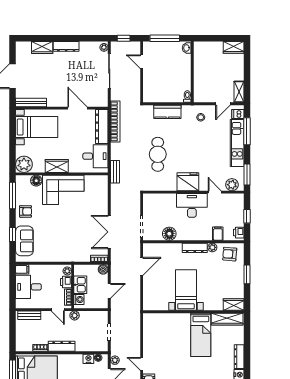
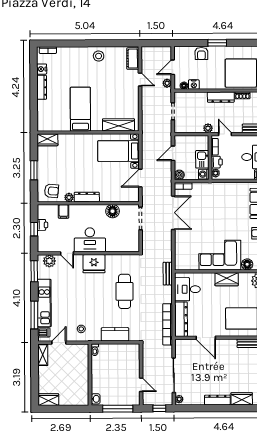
printer: (239, 233) -> (42, 225), moved
bed with nightstands: (186, 290) -> (118, 151), moved, turned 90
washing machine: (79, 299) -> (204, 174), moved
wardrobe: (227, 319) -> (118, 125), moved

